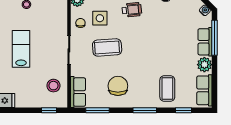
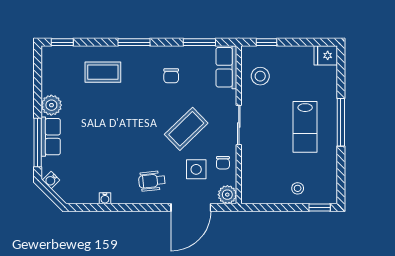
coffee table: (107, 47) -> (186, 129), turned -40
chair: (118, 86) -> (171, 76), width x0.54, depth x0.54
coffee table: (167, 88) -> (103, 72), turned 90
row of seats: (204, 90) -> (52, 70), removed
window: (183, 110) -> (62, 42), moved

